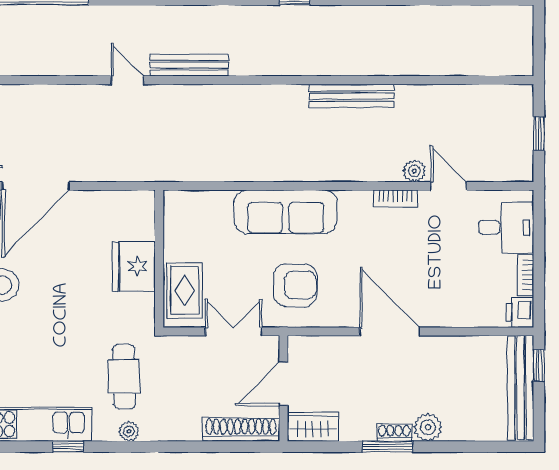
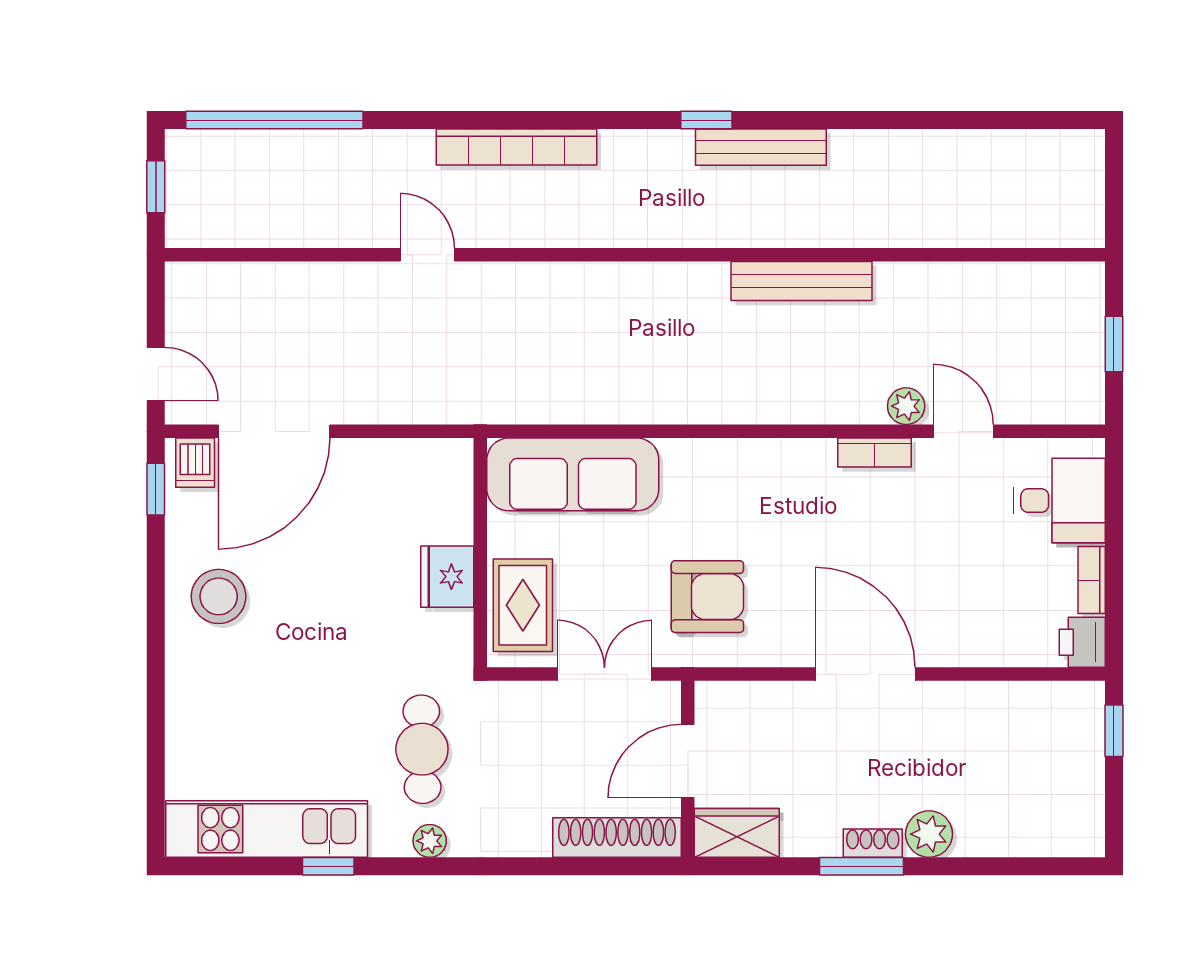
bookcase: (181, 16) -> (516, 147), added
bench: (189, 65) -> (761, 147), moved
sofa: (286, 212) -> (573, 474), moved
fridge: (134, 266) -> (447, 577), width x0.73, depth x0.75
bench: (521, 388) -> (1083, 768), removed

